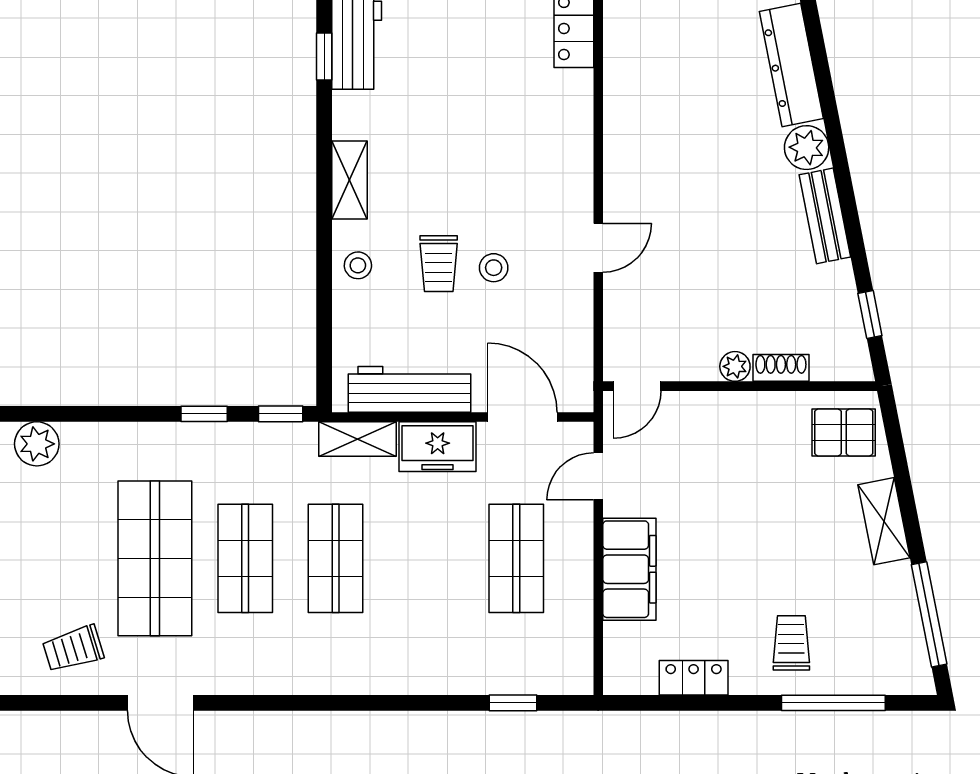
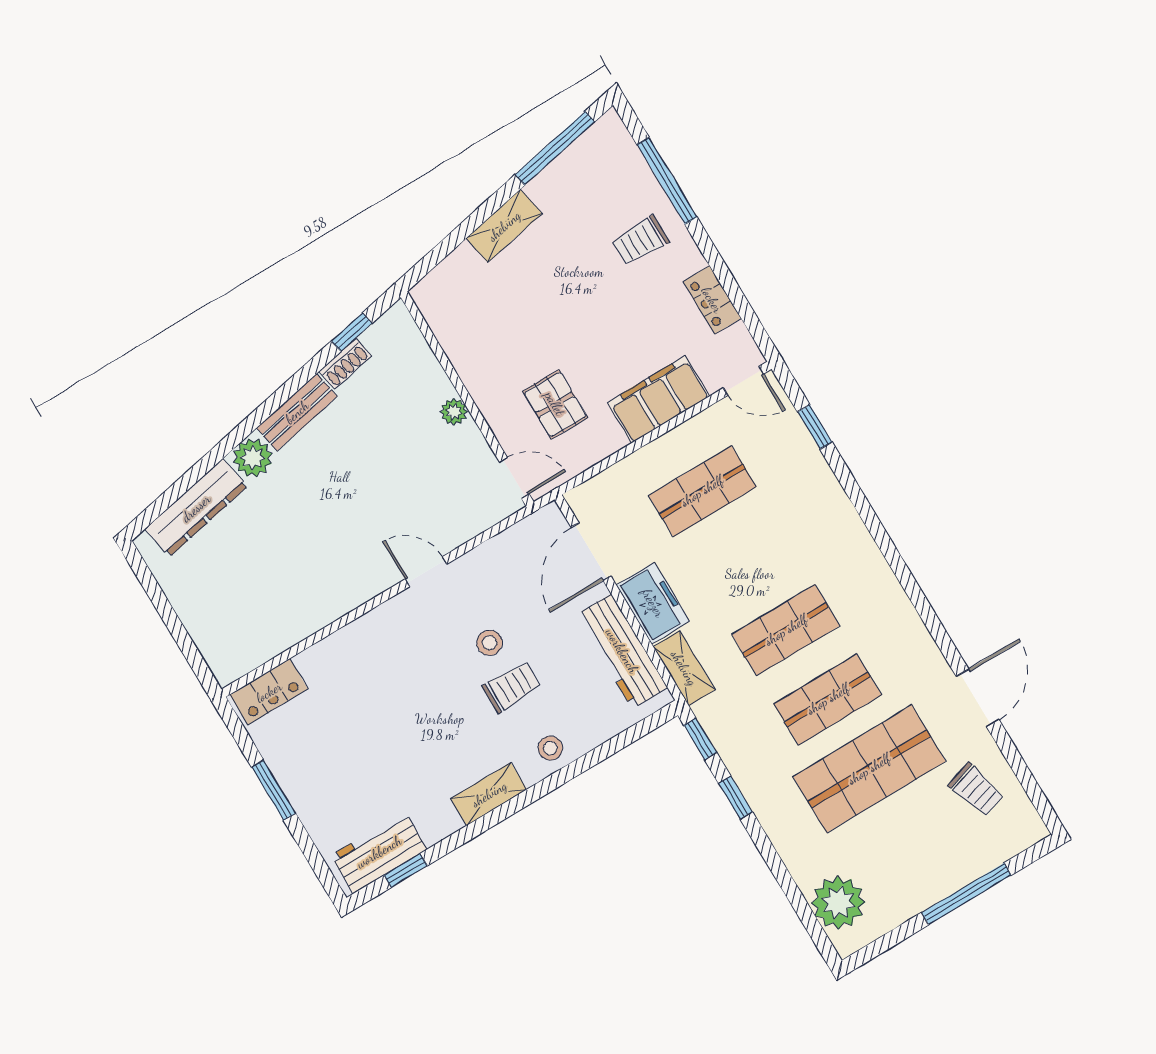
shoe rack: (781, 368) -> (345, 364), moved, turned -101
pallet: (844, 432) -> (555, 404), moved
plant: (37, 444) -> (838, 903), width x1.36, depth x1.36
door: (598, 476) -> (743, 381), moved

